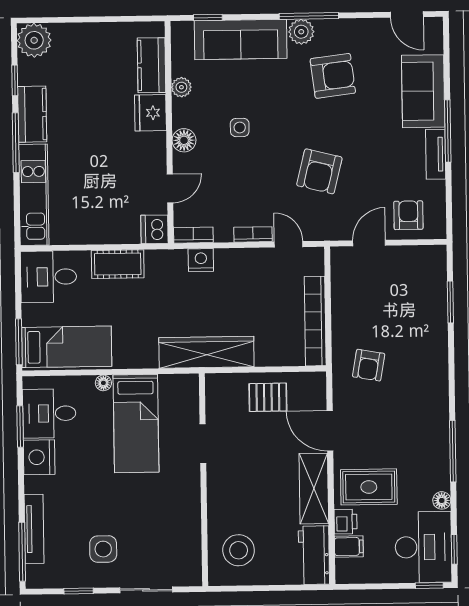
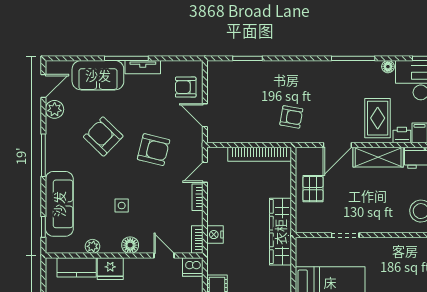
plant: (301, 32) -> (55, 109), moved
armchair: (333, 76) -> (103, 136), moved, turned -39

